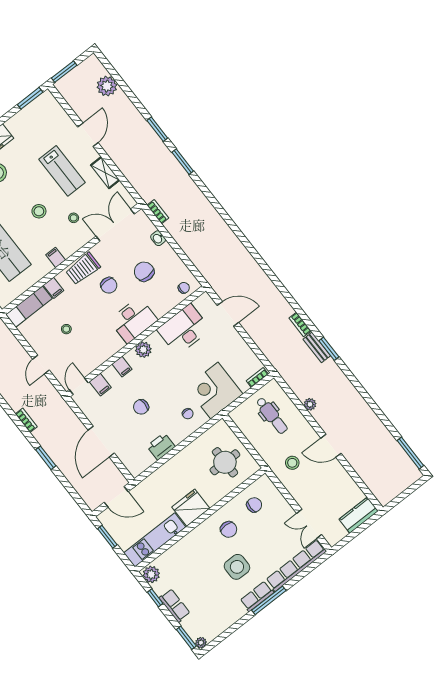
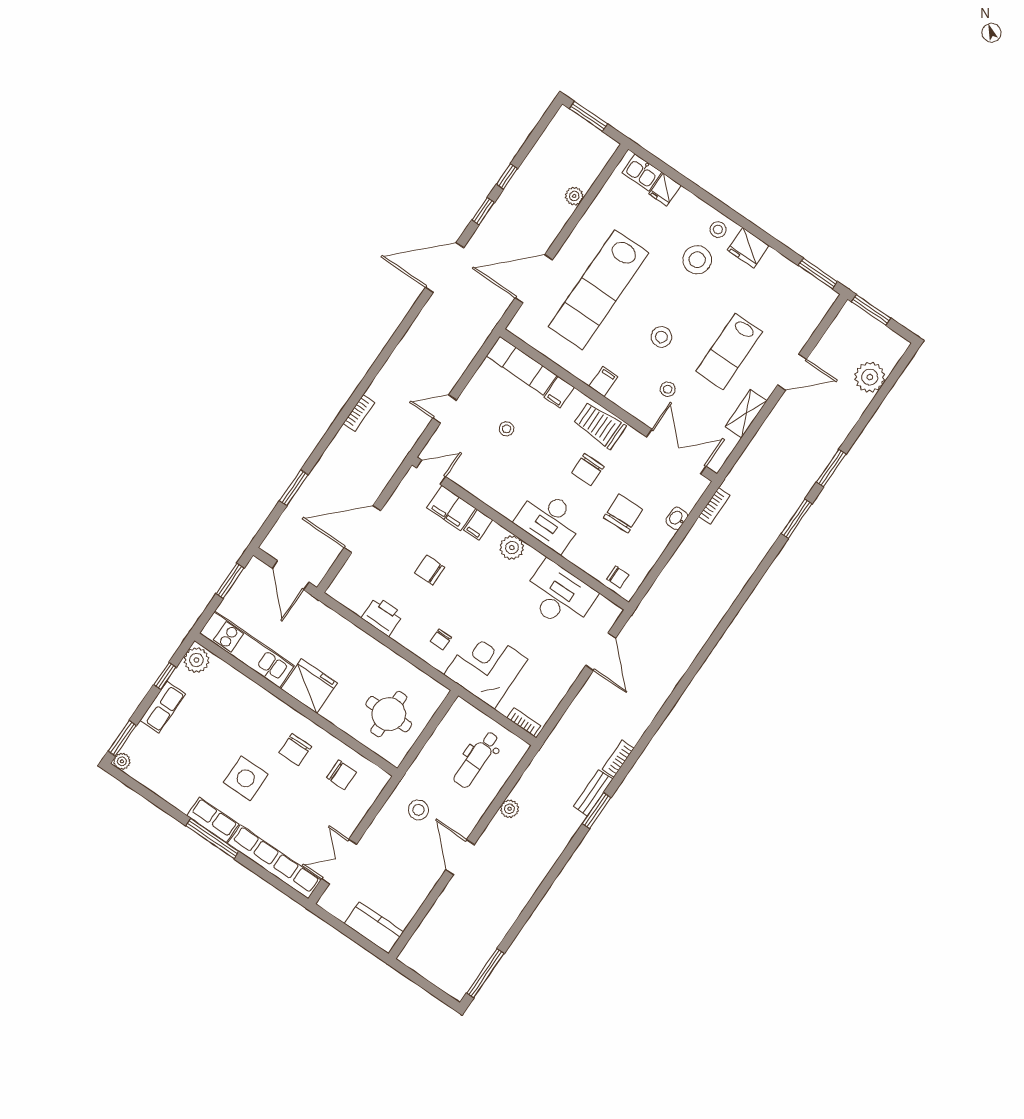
filing cabinet: (100, 385) -> (451, 508), width x2.00
window: (46, 458) -> (294, 488), moved

